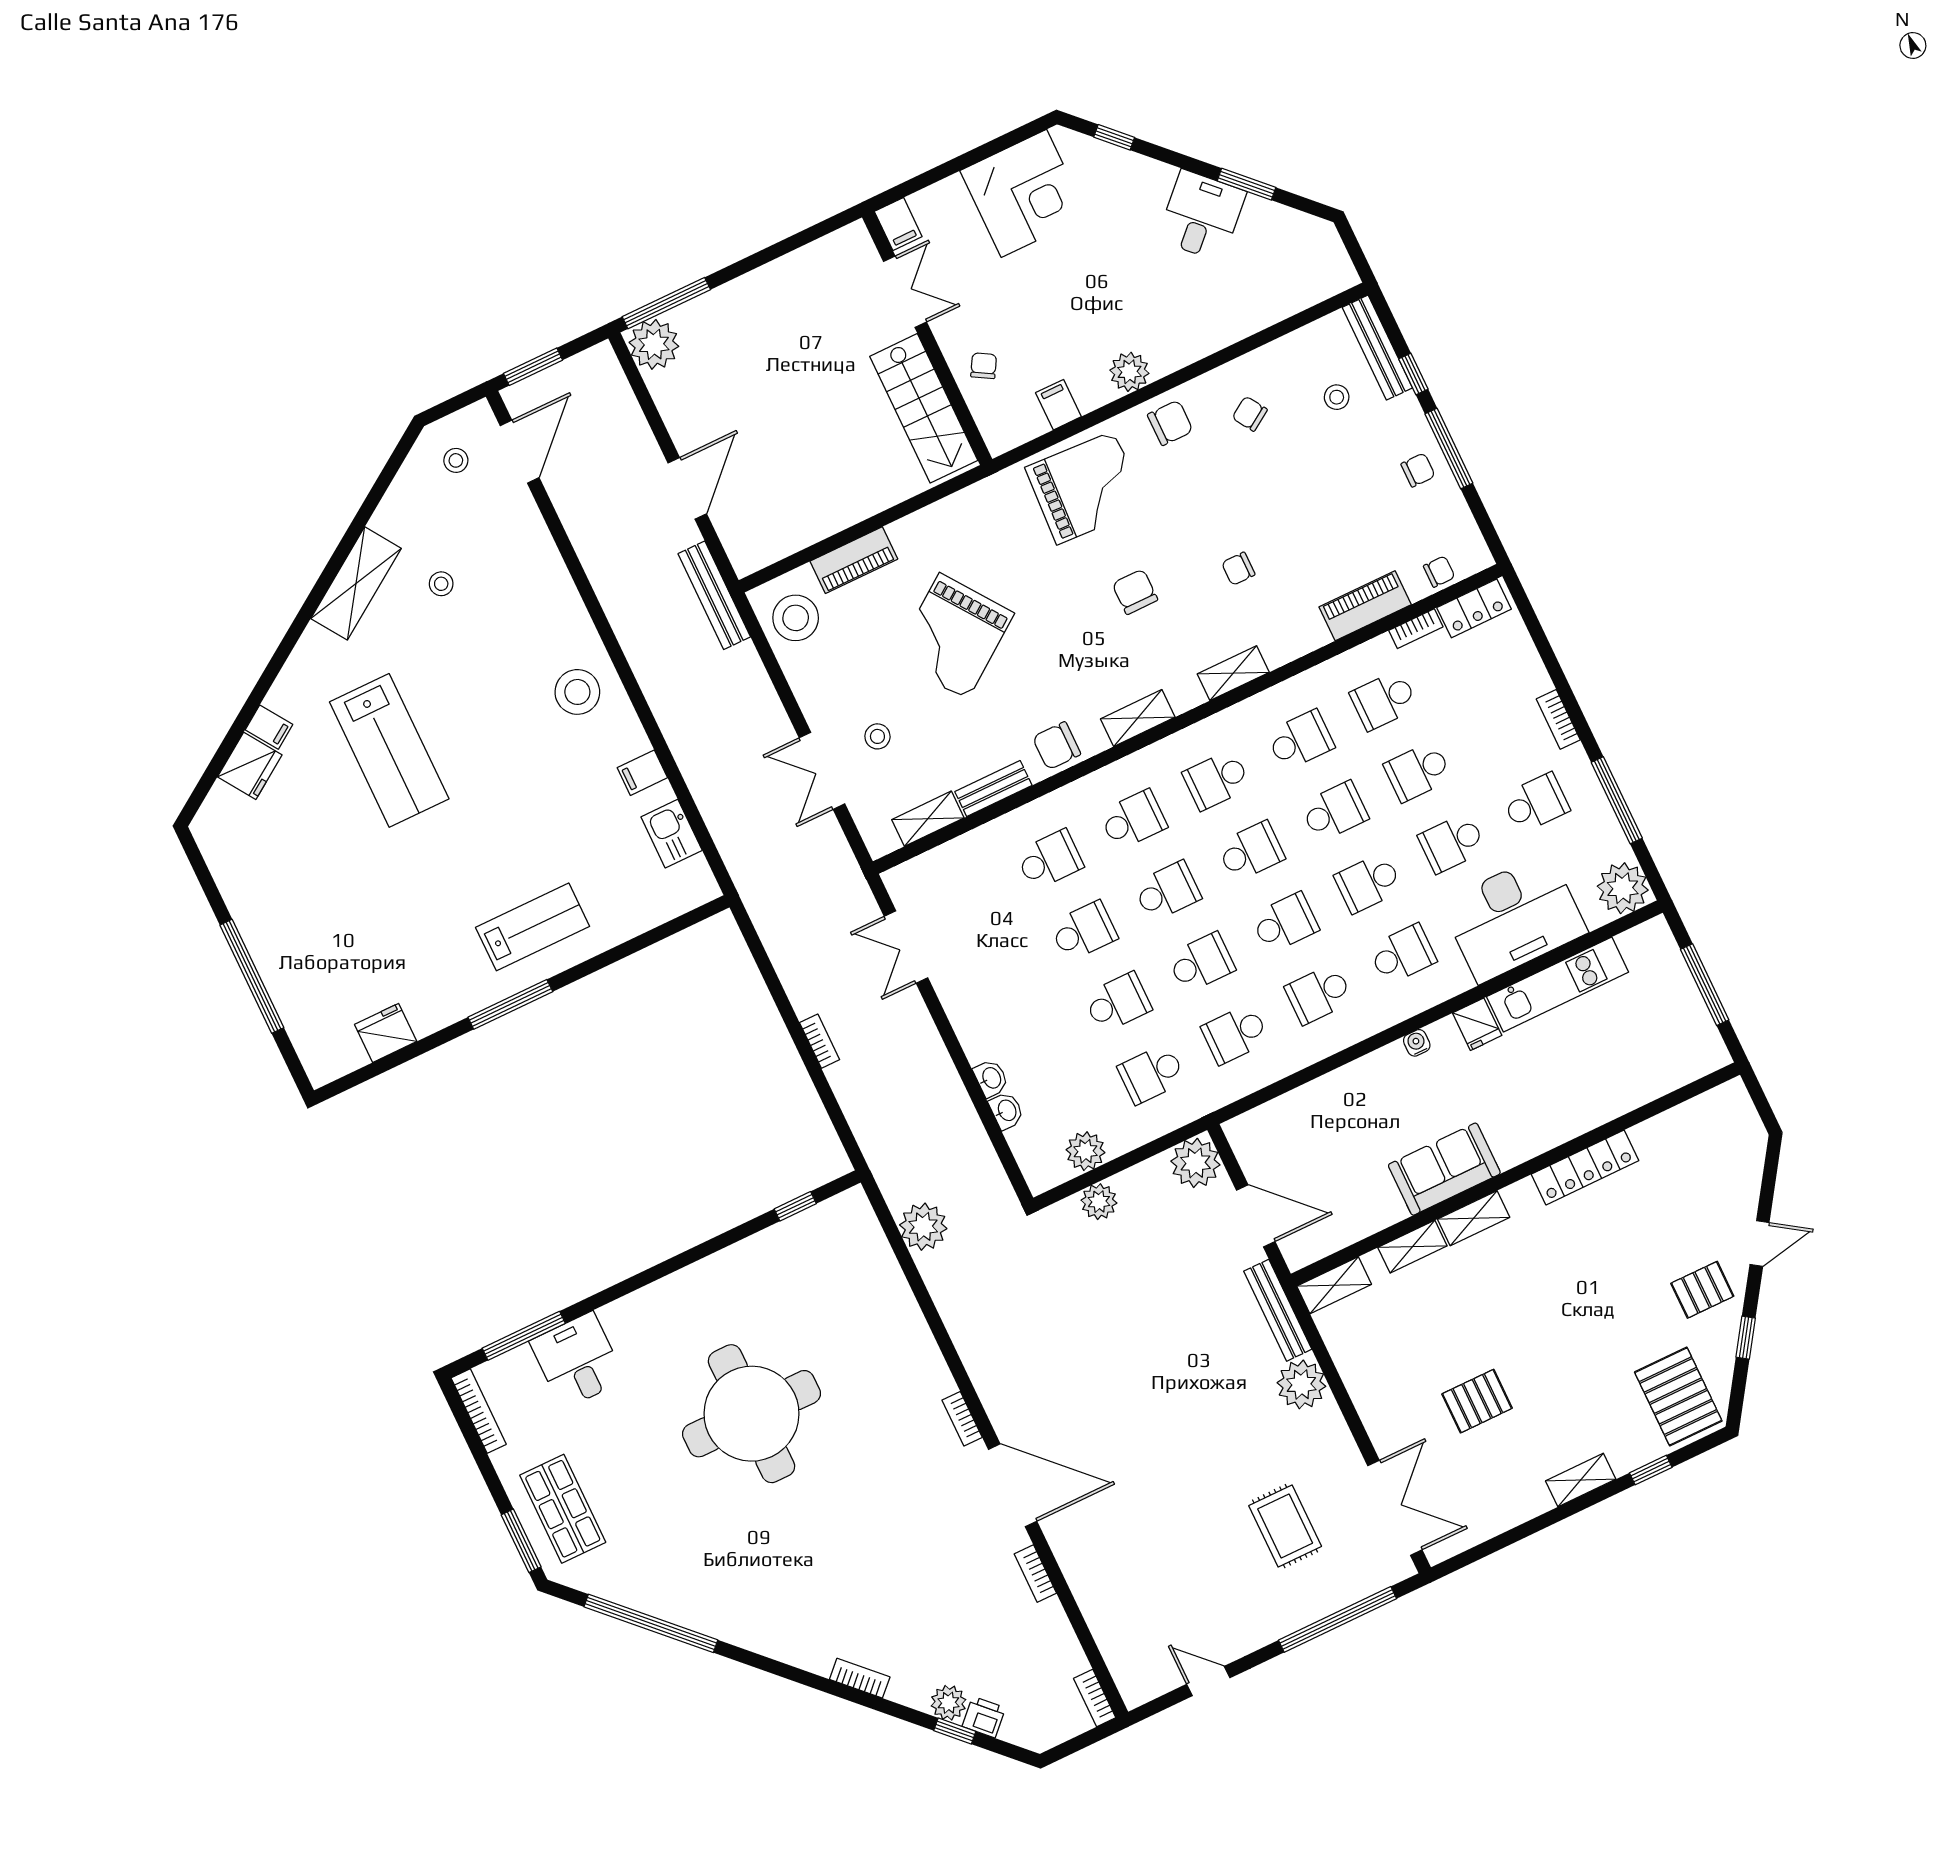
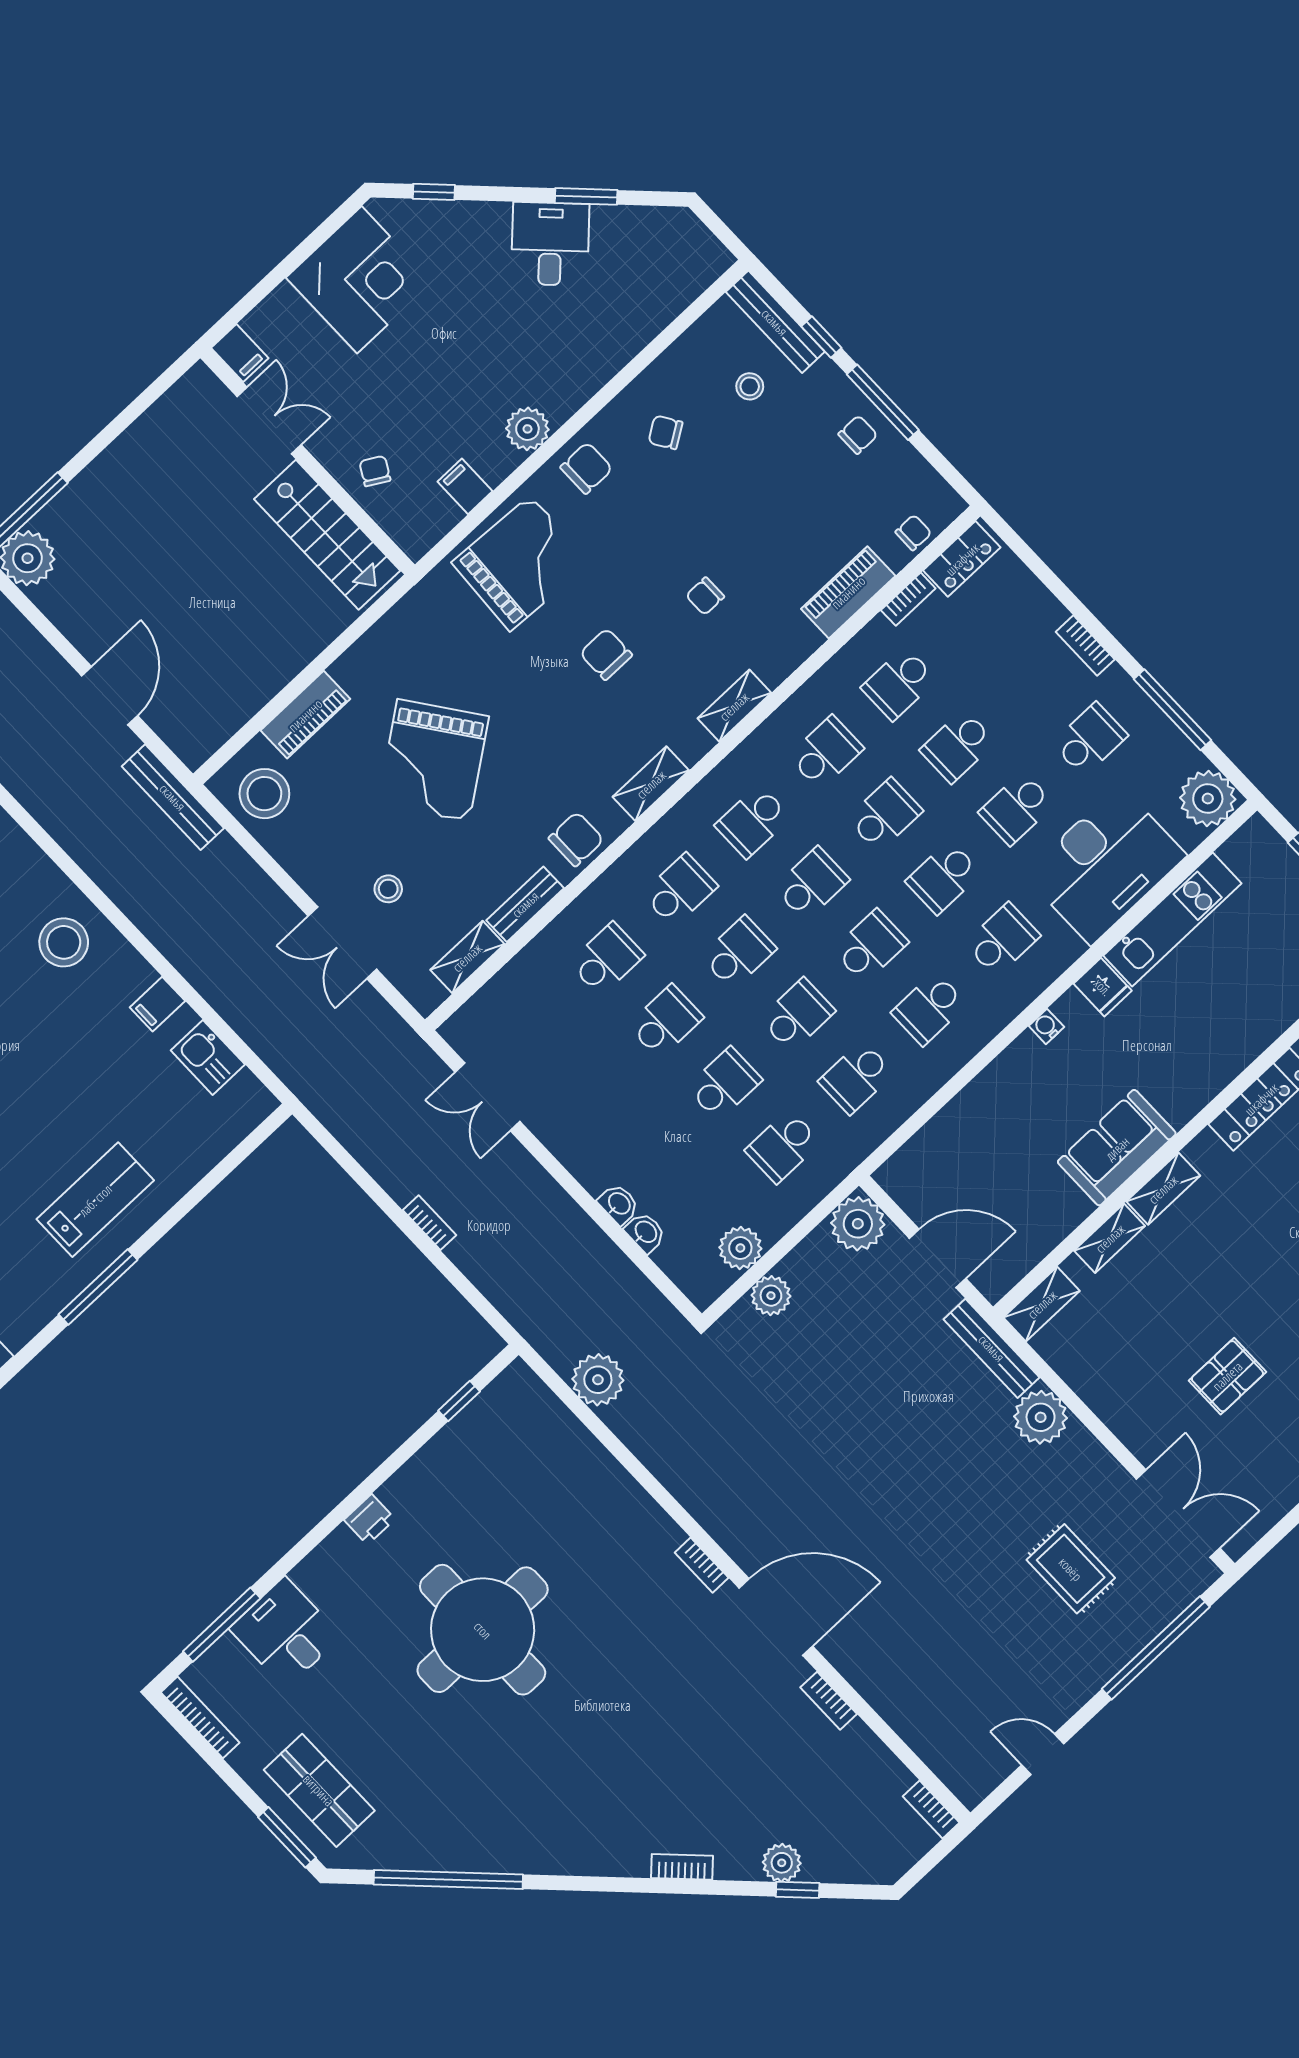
chair: (1057, 746) -> (576, 839), turned 180
printer: (984, 1717) -> (370, 1519), moved, turned 135

